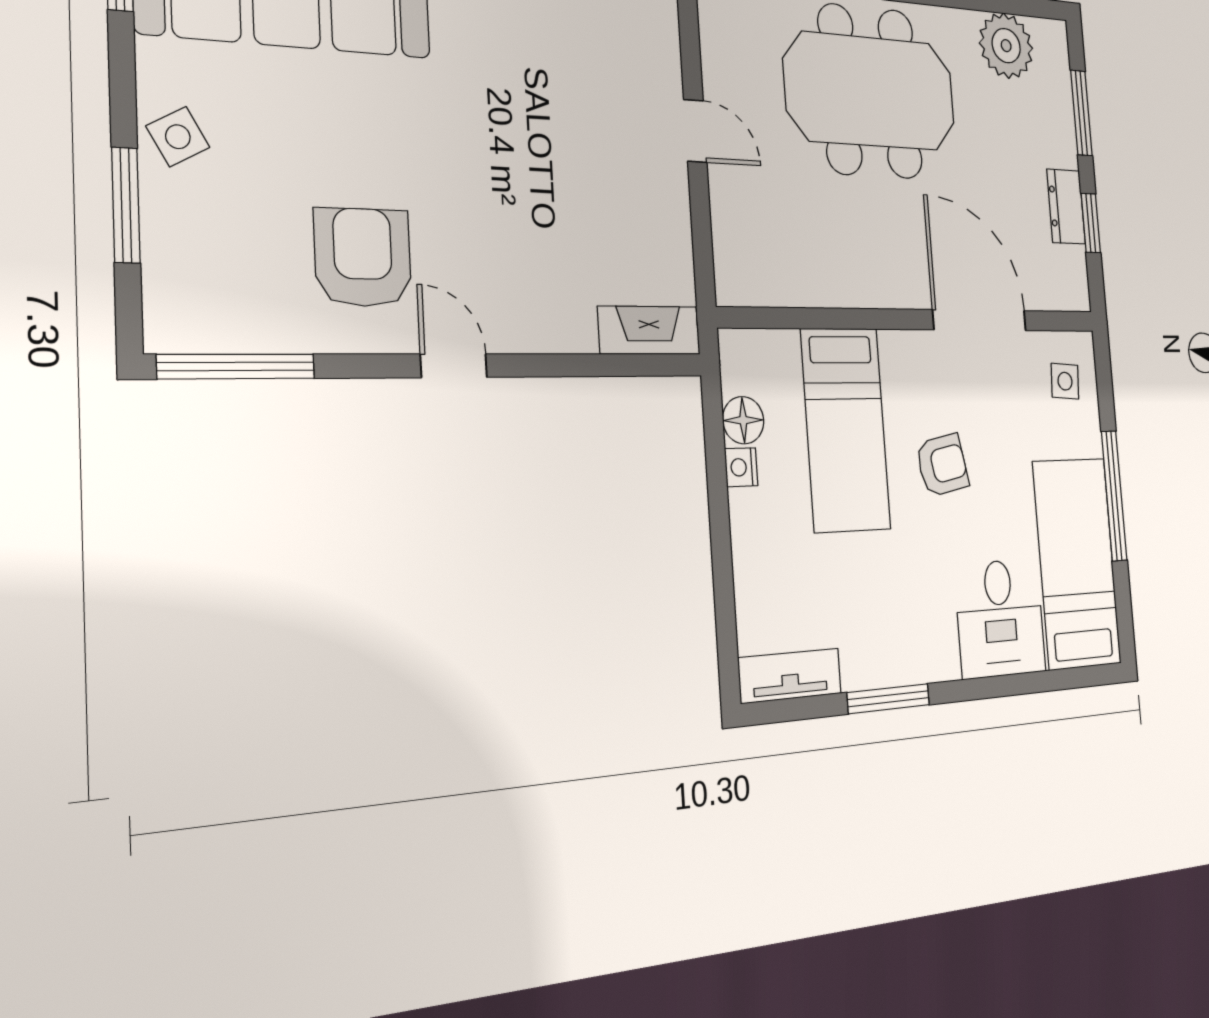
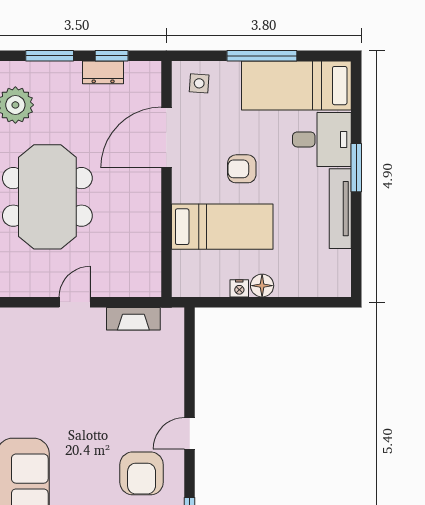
armchair: (363, 257) -> (142, 473), turned -90
fireplace: (649, 330) -> (133, 319), moved, turned -90
floor lamp: (743, 420) -> (262, 286), moved
armchair: (942, 465) -> (242, 169), turned -79
tv unit: (790, 676) -> (340, 209), moved, width x1.41
window: (888, 699) -> (356, 168), moved

